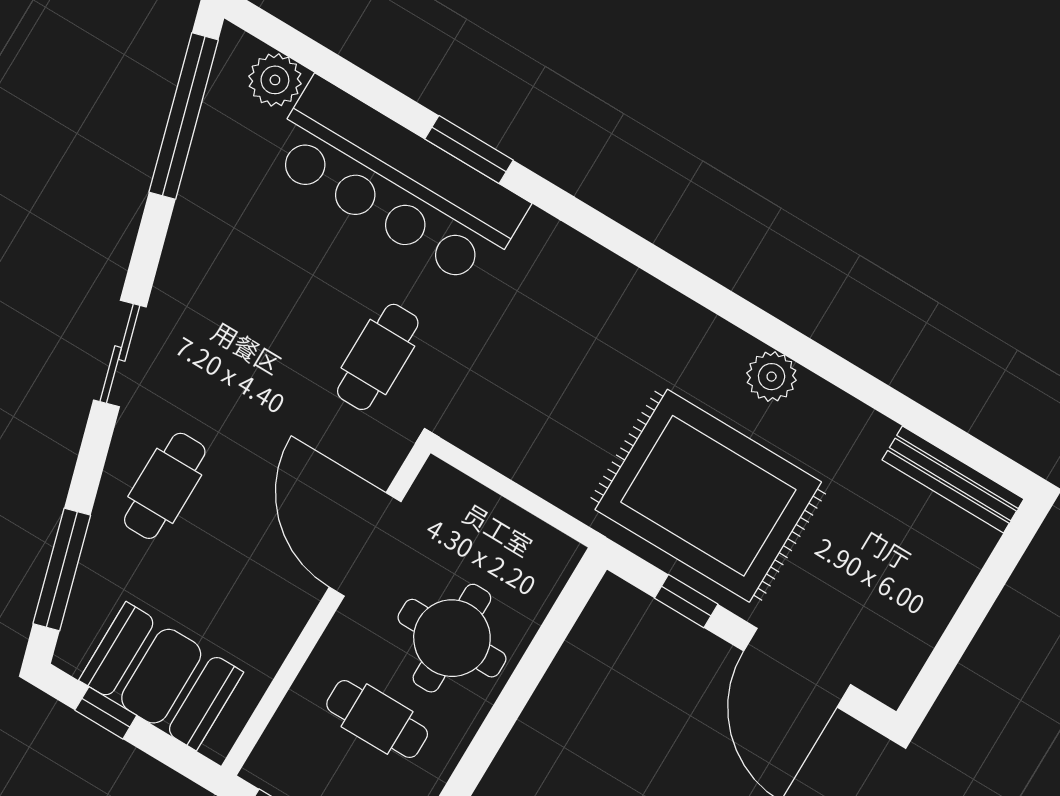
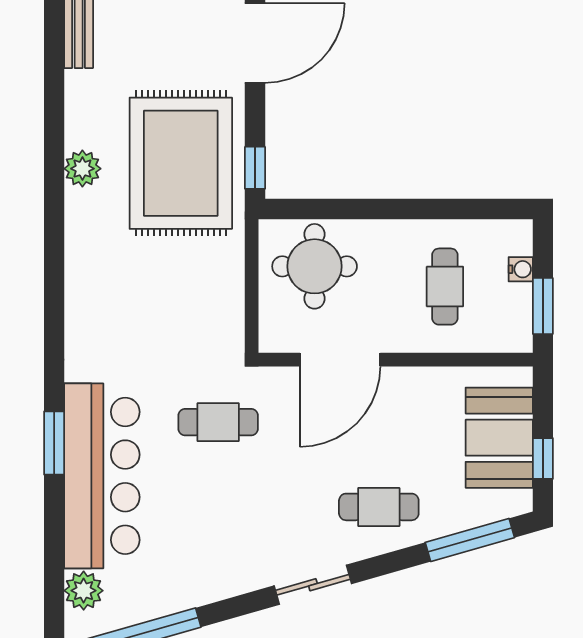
window: (686, 601) -> (255, 168), moved
round table: (452, 638) -> (315, 266), moved

